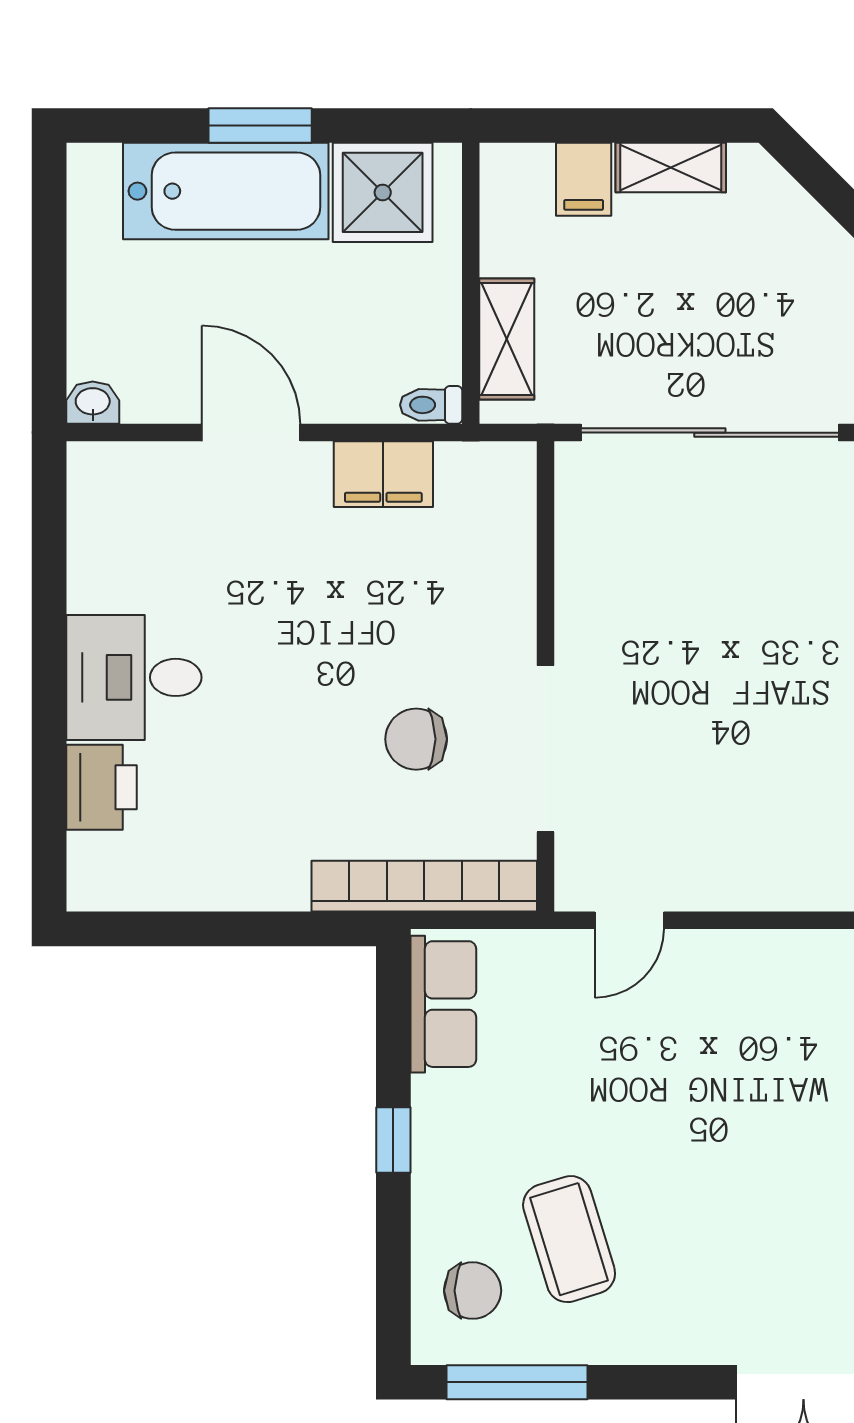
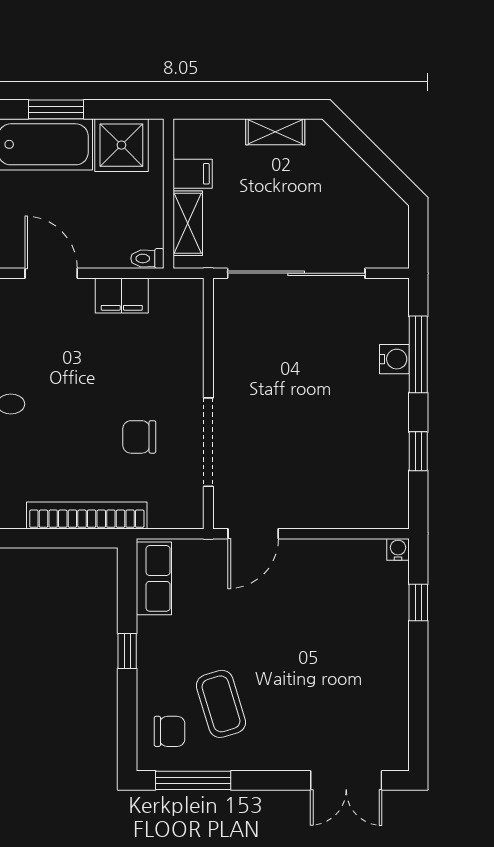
filing cabinet: (584, 179) -> (193, 174), moved, turned -90
bookcase: (424, 886) -> (87, 515), moved
door: (629, 920) -> (253, 534), width x1.37

